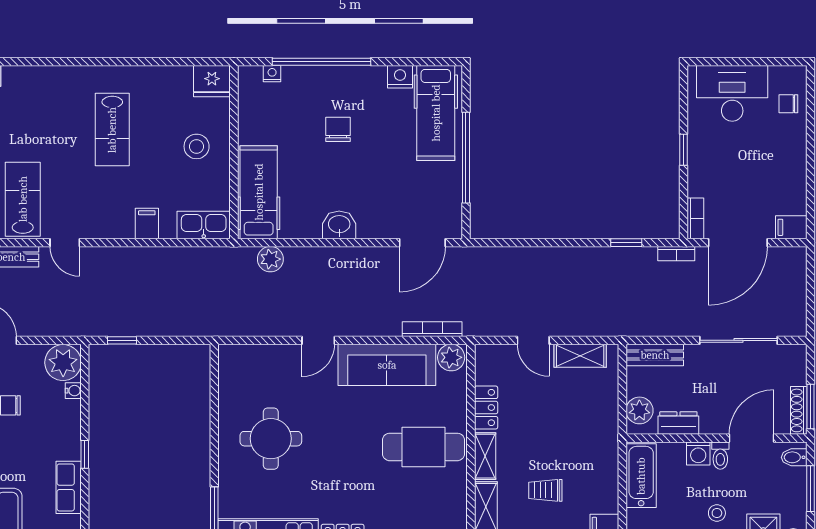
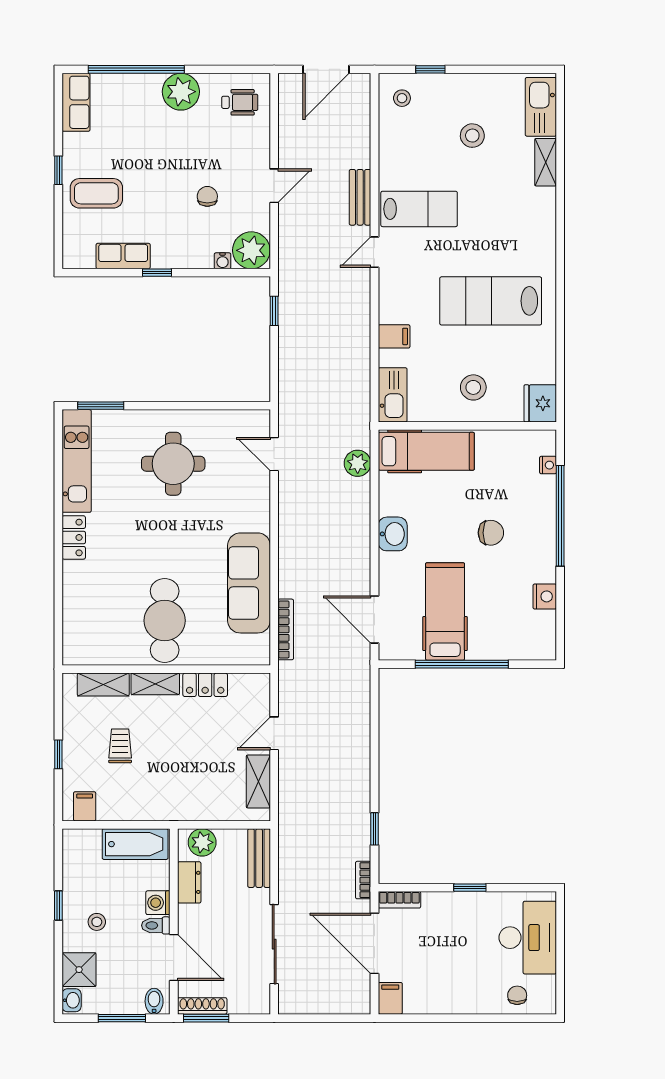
hospital bed: (436, 113) -> (445, 612), moved, turned 90
lab bench: (112, 130) -> (491, 301), width x1.36, depth x1.39
door: (318, 340) -> (274, 454), moved
plant: (451, 357) -> (257, 649), removed

